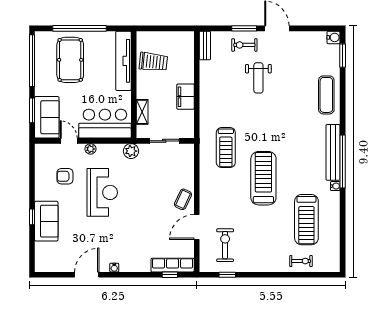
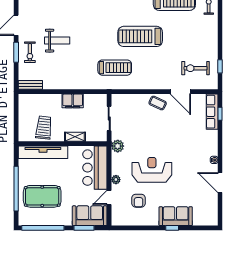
shelving: (142, 112) -> (75, 137), moved

